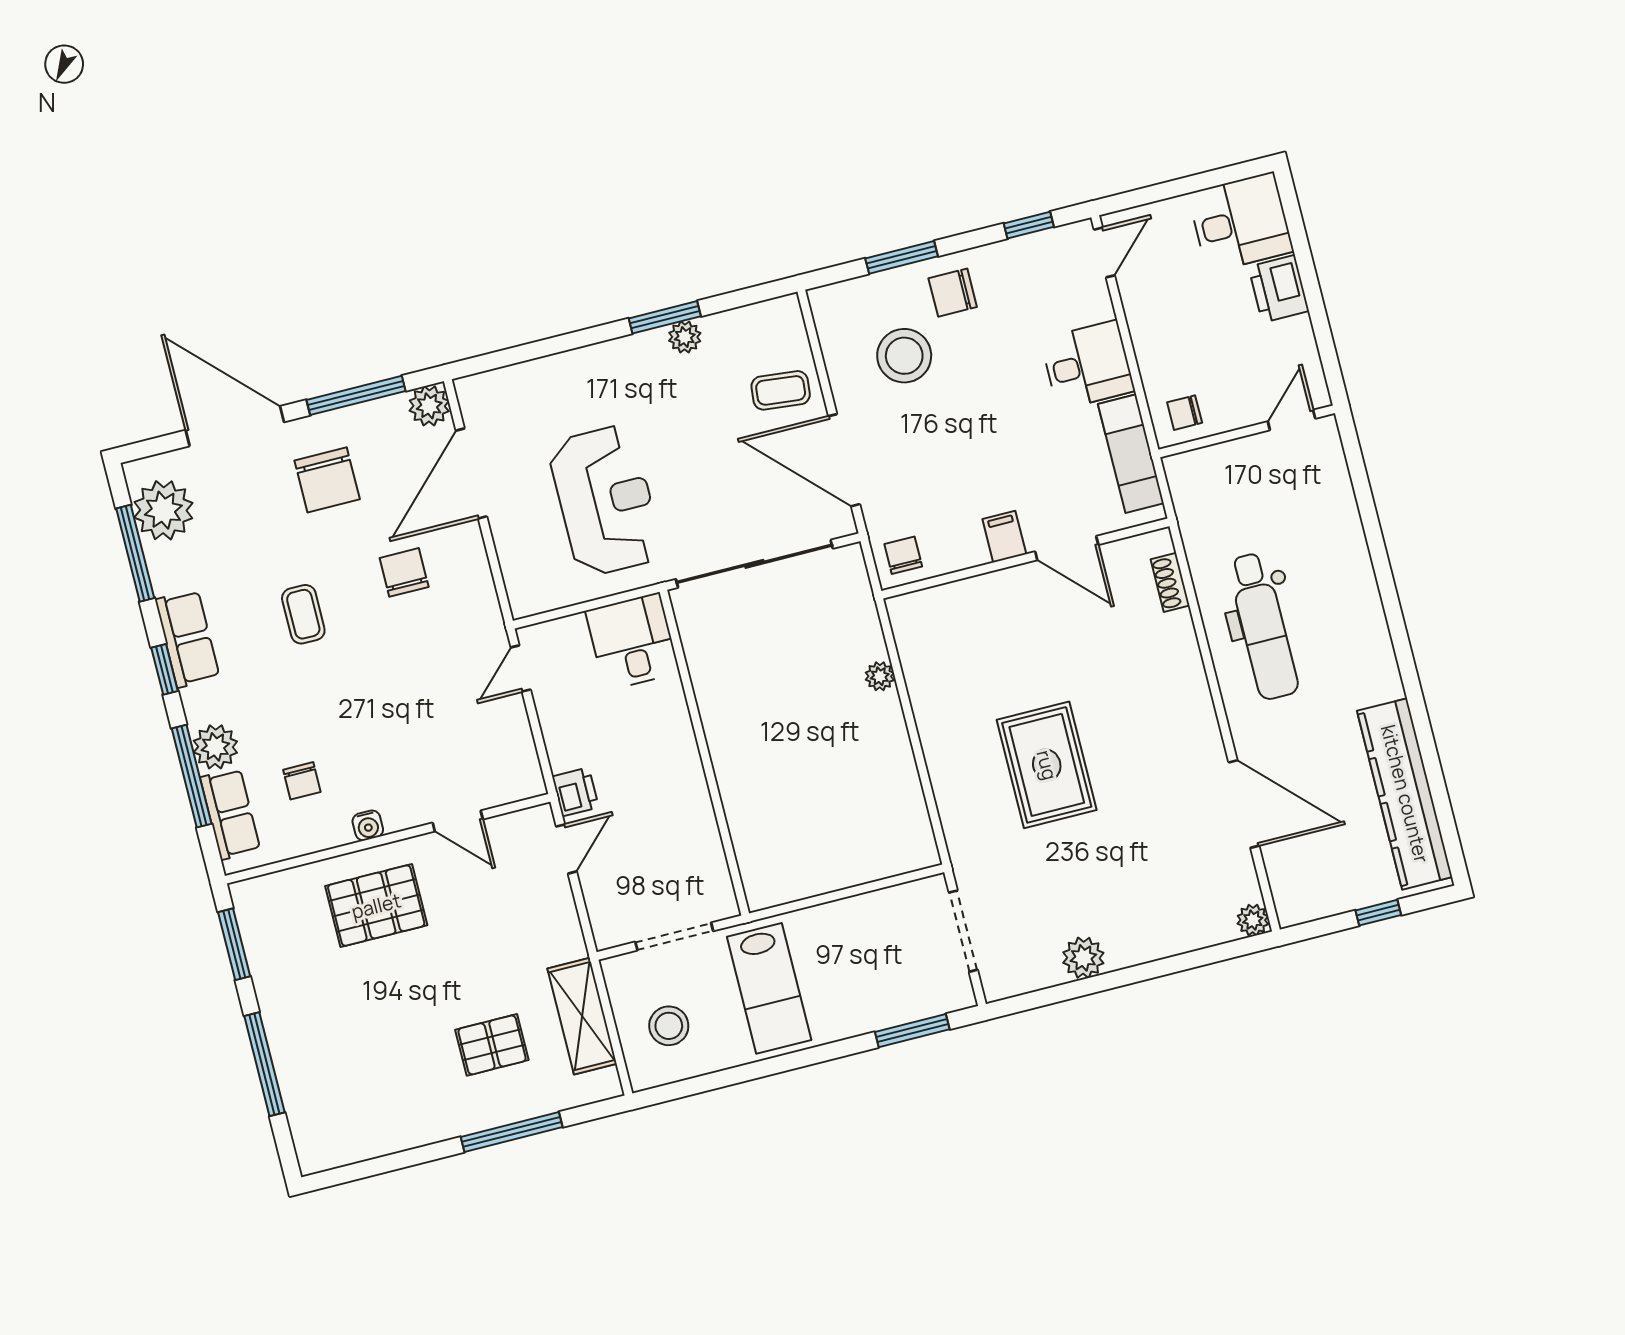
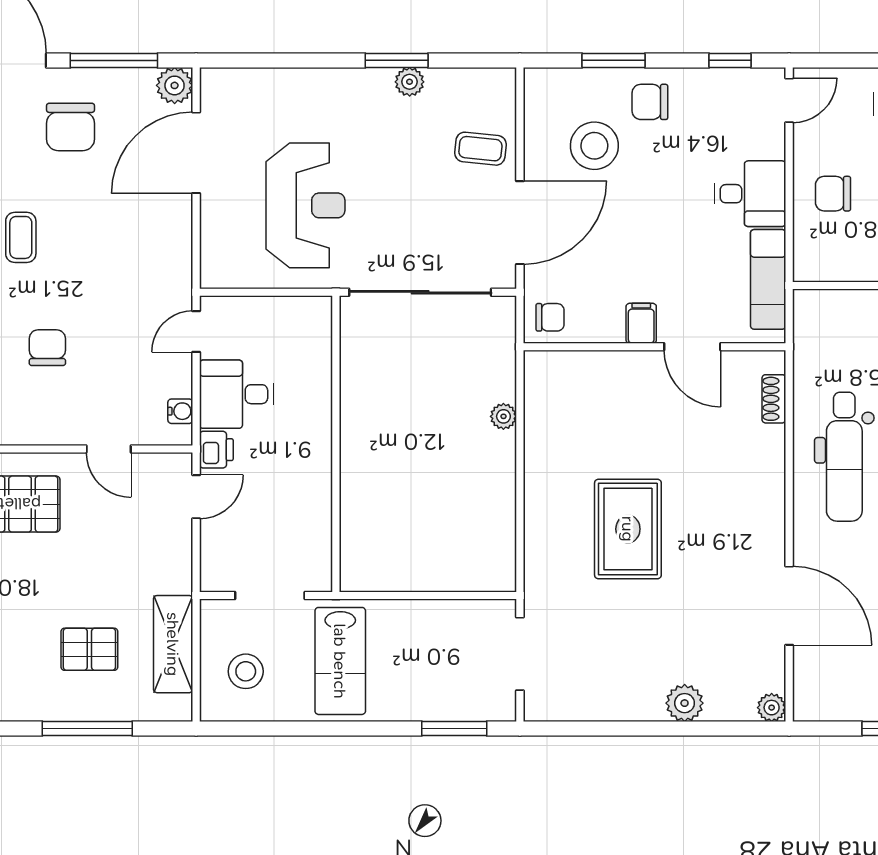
chair: (1185, 413) -> (833, 194), moved, width x1.37, depth x1.37
door: (844, 460) -> (520, 223), swing flipped
chair: (903, 555) -> (550, 317), turned 90
chair: (404, 572) -> (47, 348), moved
desk: (632, 642) -> (236, 394), moved, turned -90
water cooler: (368, 825) -> (180, 411), moved, turned -90
plant: (1083, 958) -> (685, 703), moved

